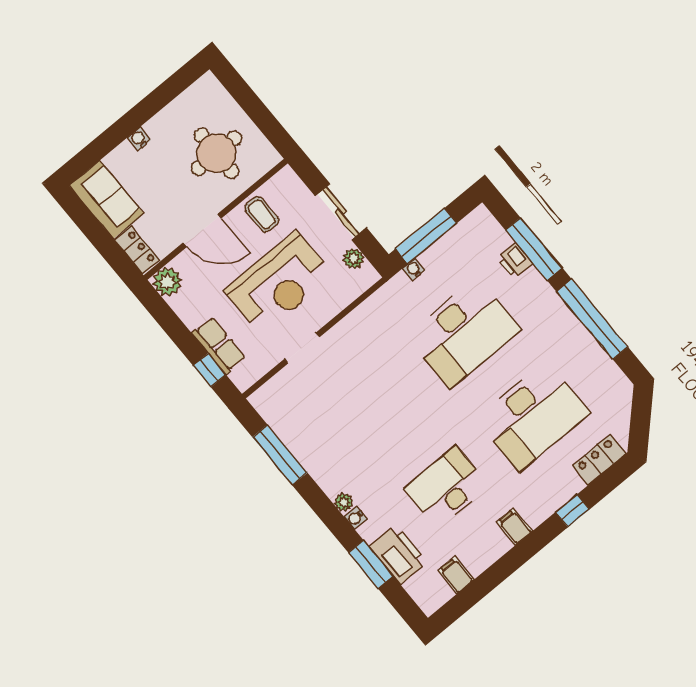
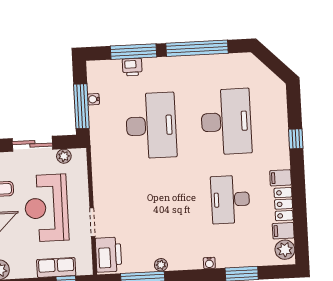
water cooler: (414, 269) -> (93, 99), moved
reception desk: (279, 283) -> (46, 208), turned 180
locker: (599, 460) -> (284, 204), moved
plant: (344, 502) -> (161, 265), moved
printer: (398, 554) -> (108, 255), moved, turned 90
plant: (436, 593) -> (285, 250), added

